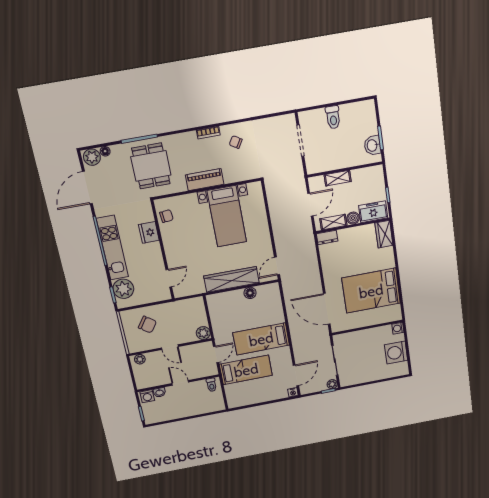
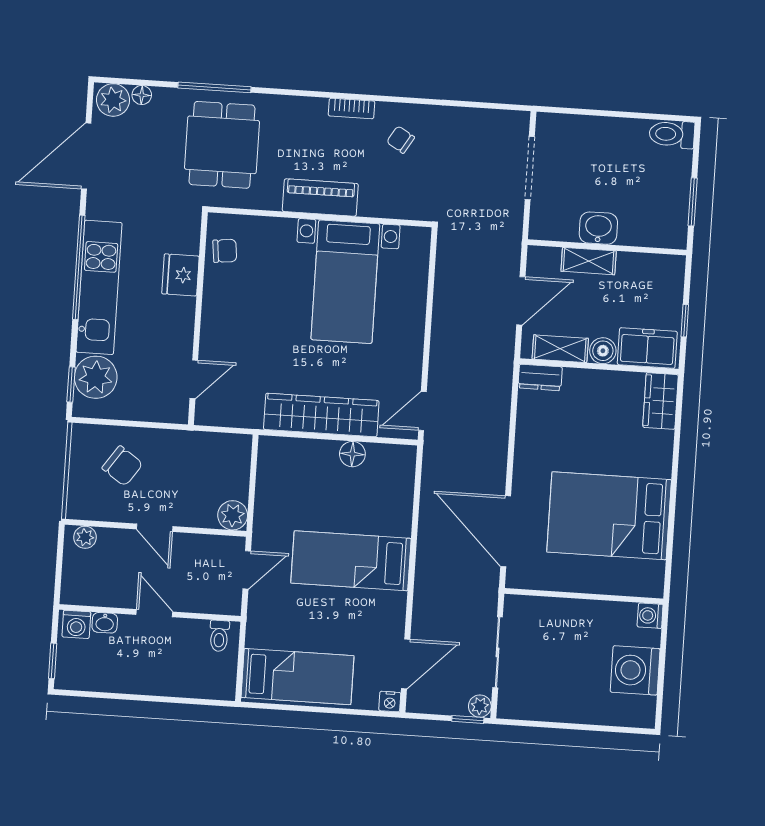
toilet: (333, 117) -> (672, 134), moved, turned 90
washbasin: (372, 145) -> (598, 228), moved, turned 90
bed: (246, 370) -> (297, 677), moved

